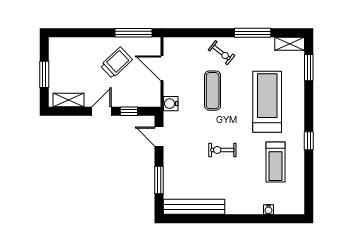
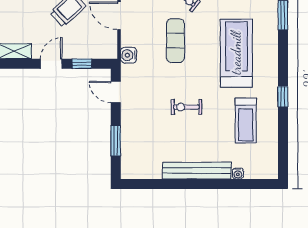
bench: (194, 207) -> (197, 171), moved

